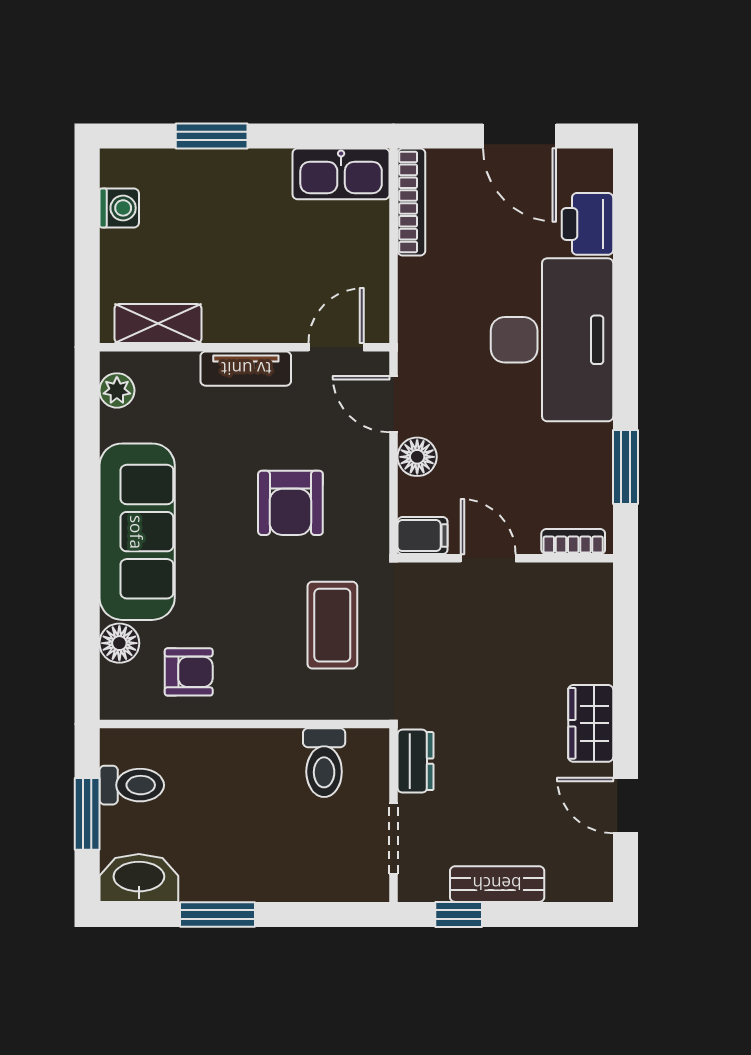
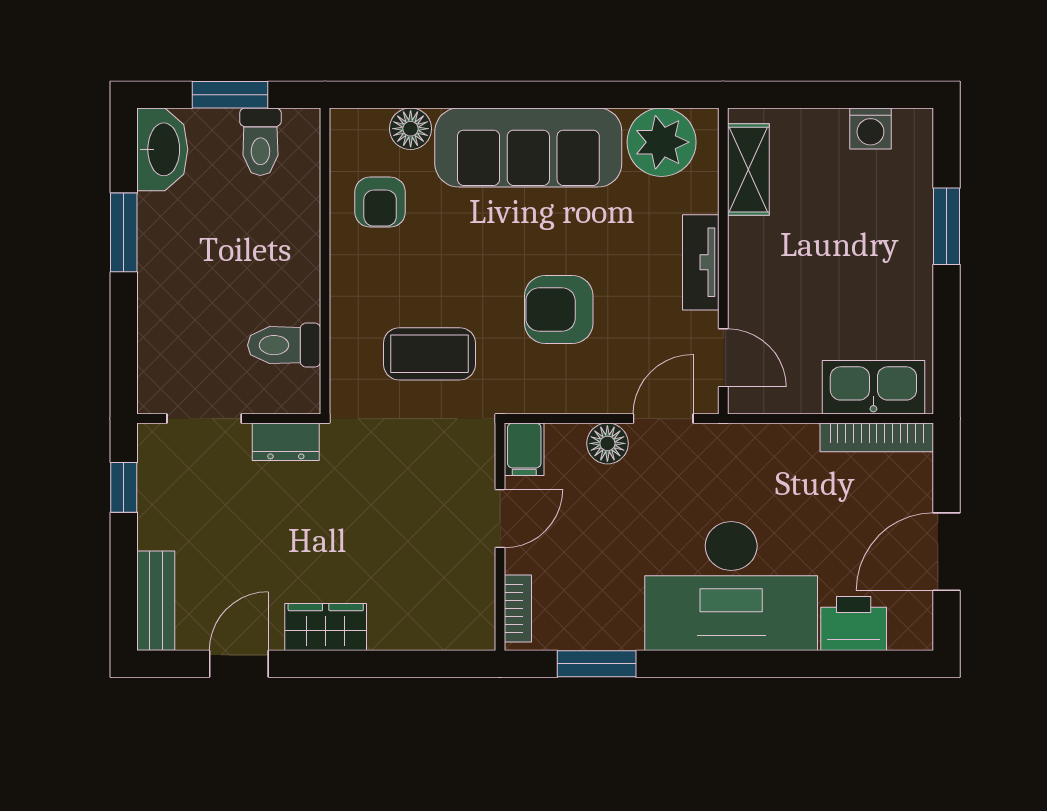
kitchen sink: (341, 174) -> (873, 387), moved, turned 90
plant: (117, 390) -> (662, 142), width x1.88, depth x1.88
bench: (497, 884) -> (156, 601), moved

